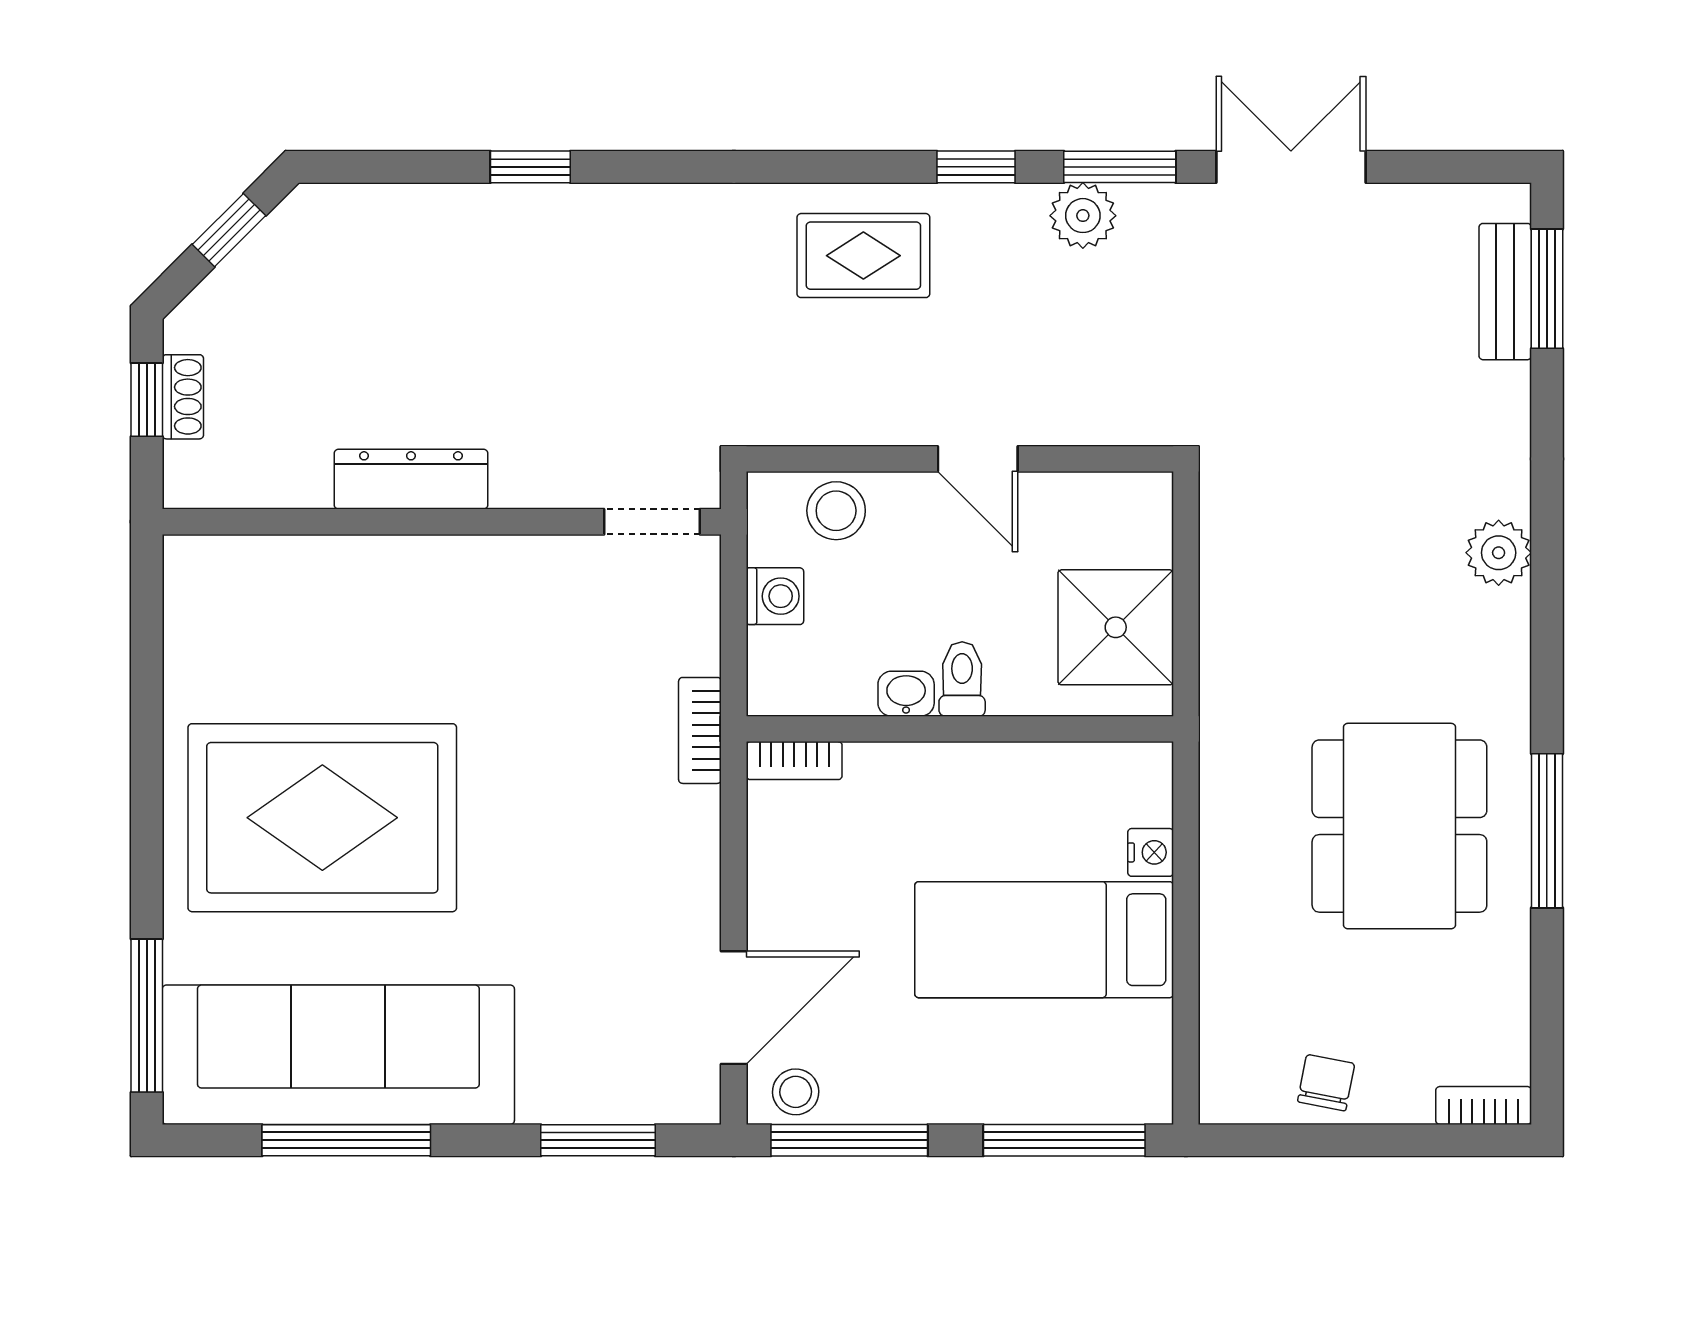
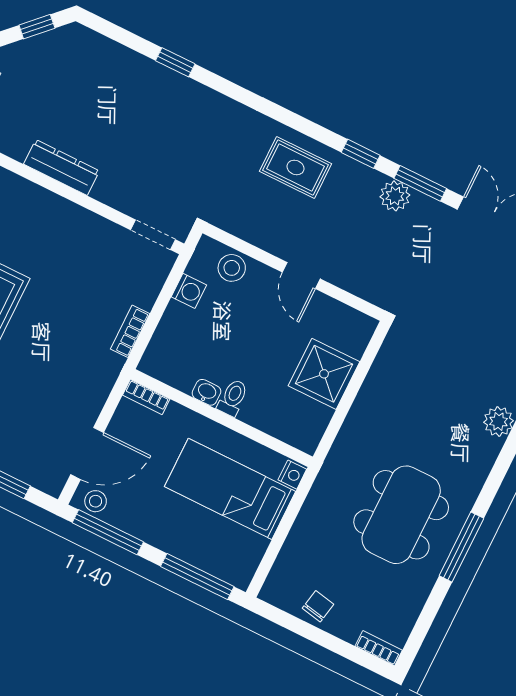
toilet: (962, 679) -> (233, 398), moved
washbasin: (906, 694) -> (206, 392), moved
wall: (960, 729) -> (222, 418), moved
bookcase: (794, 761) -> (146, 397), moved

